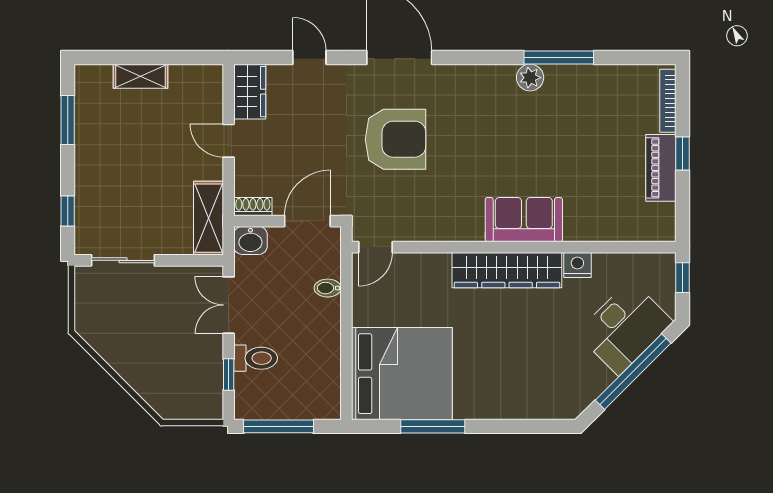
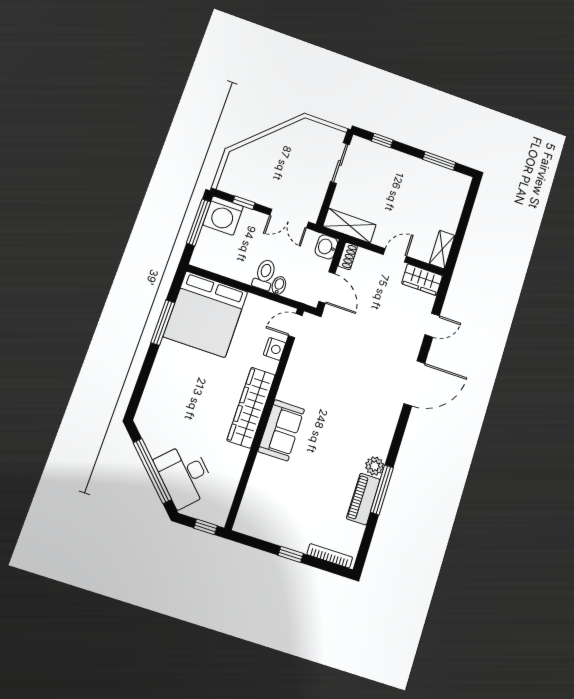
shelving: (140, 76) -> (442, 250), moved
armchair: (395, 139) -> (362, 363), removed
piano: (661, 168) -> (363, 499), moved, turned -90
door: (375, 247) -> (295, 326), hinge flipped
nightstand: (577, 265) -> (274, 349), moved
double door: (229, 305) -> (289, 218), swing flipped
toilet: (256, 358) -> (265, 275), moved, turned 180
washing machine: (257, 397) -> (223, 216), added

